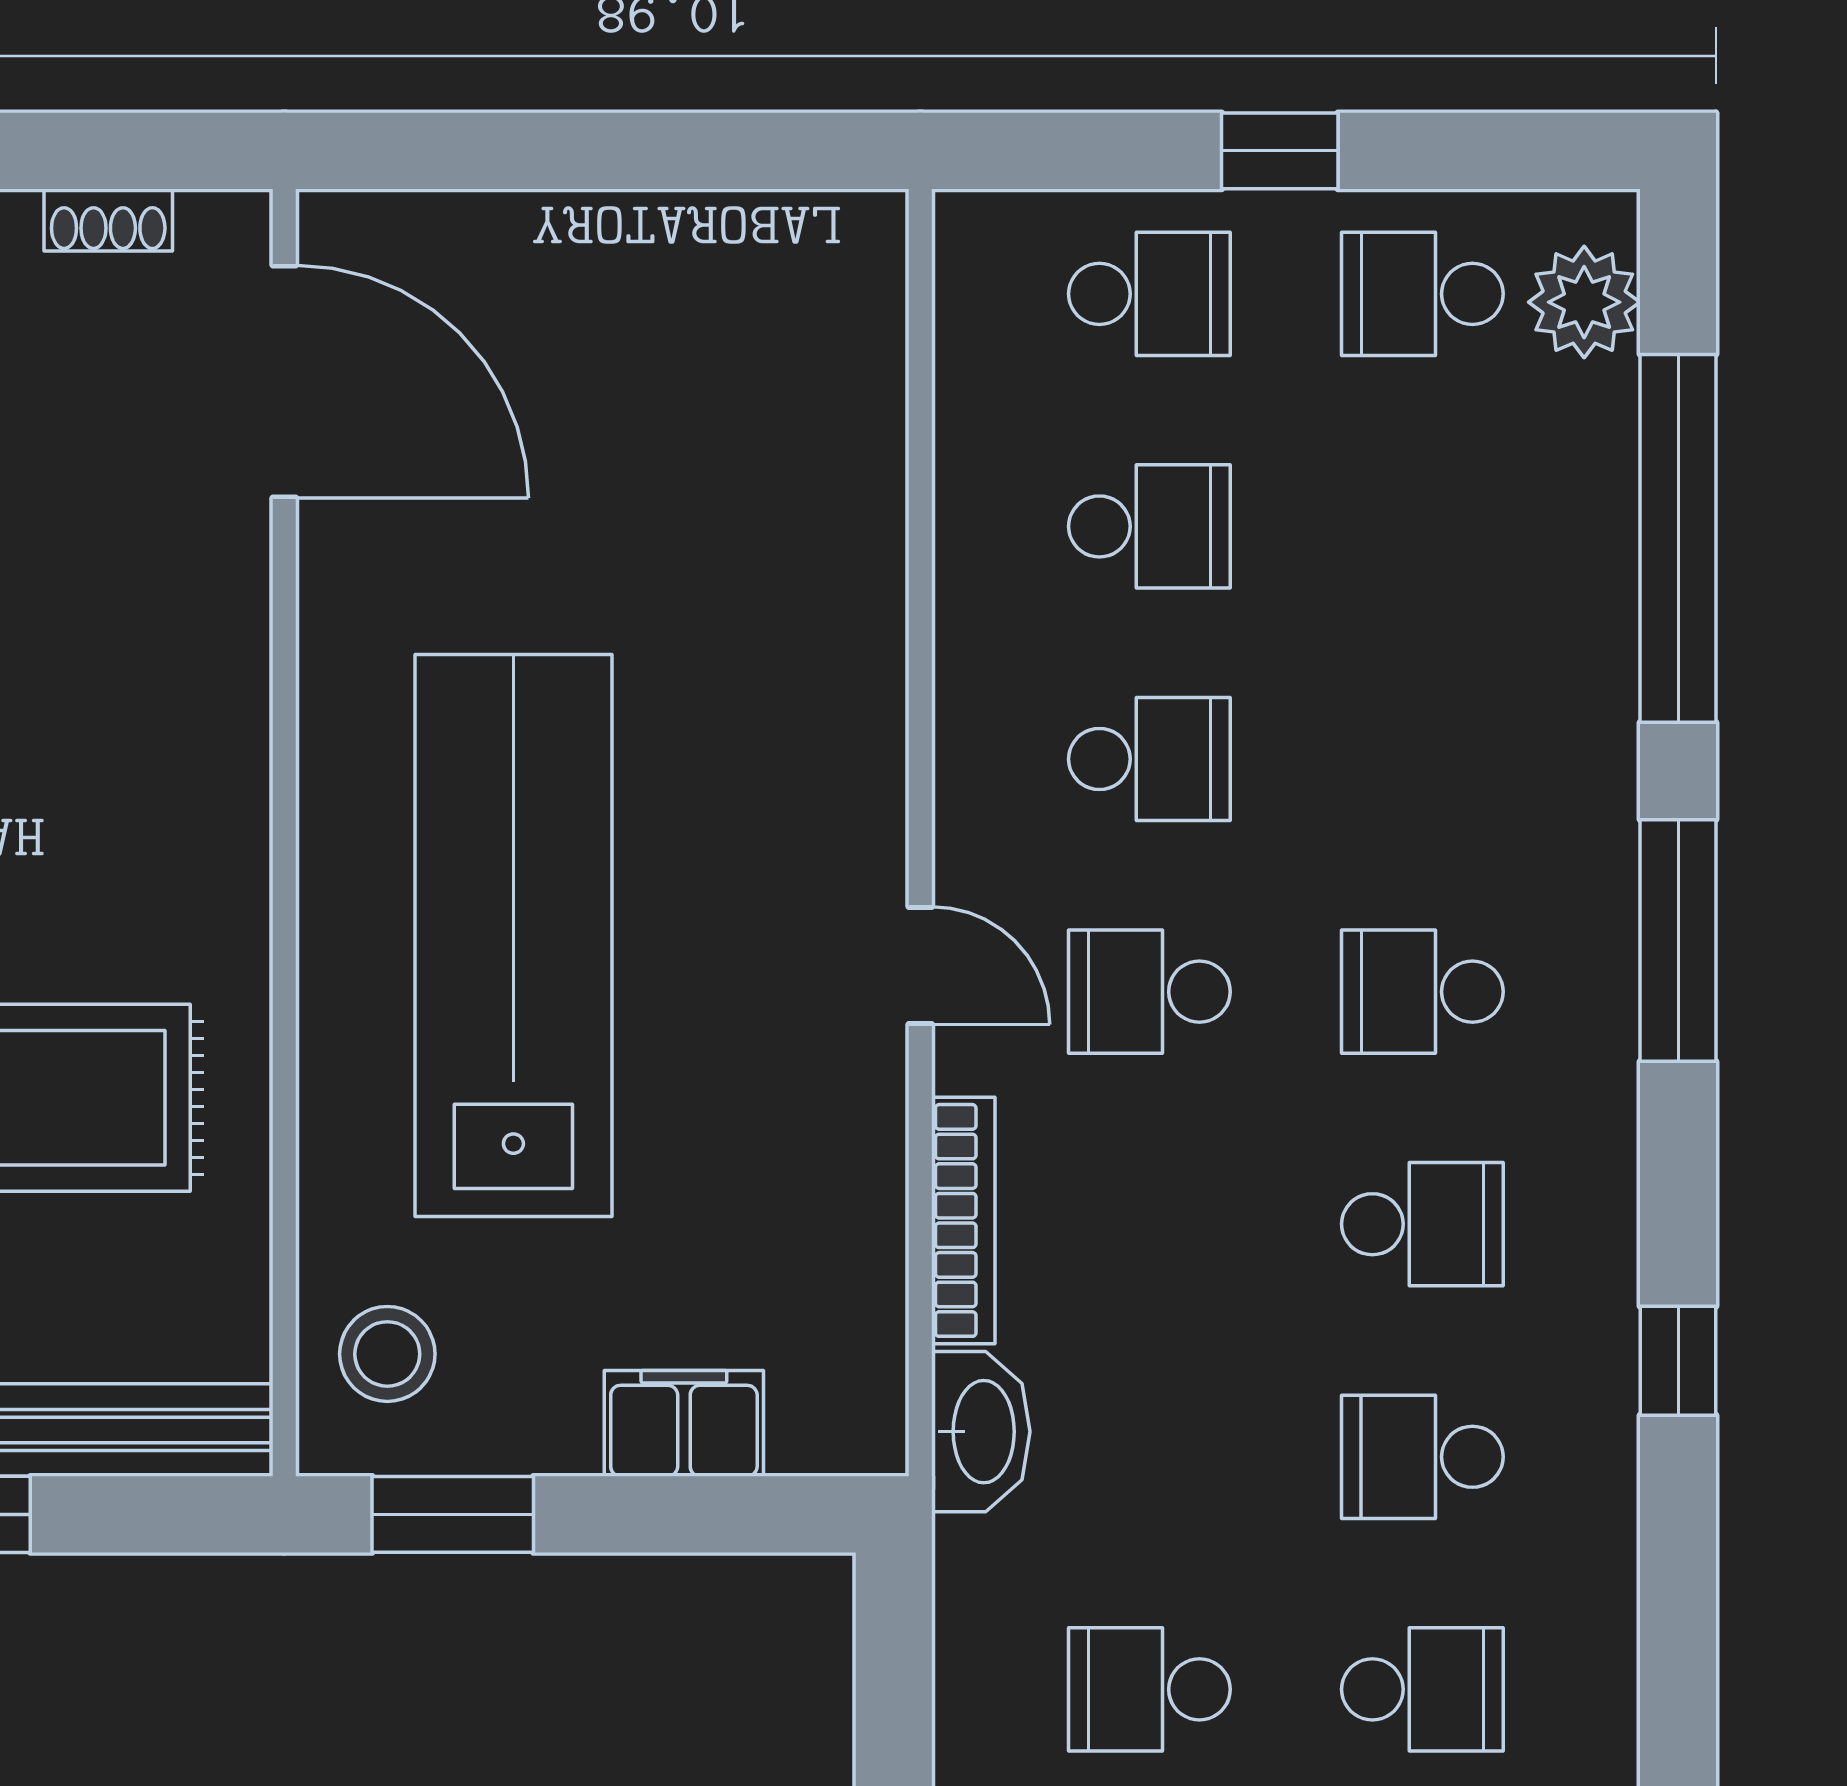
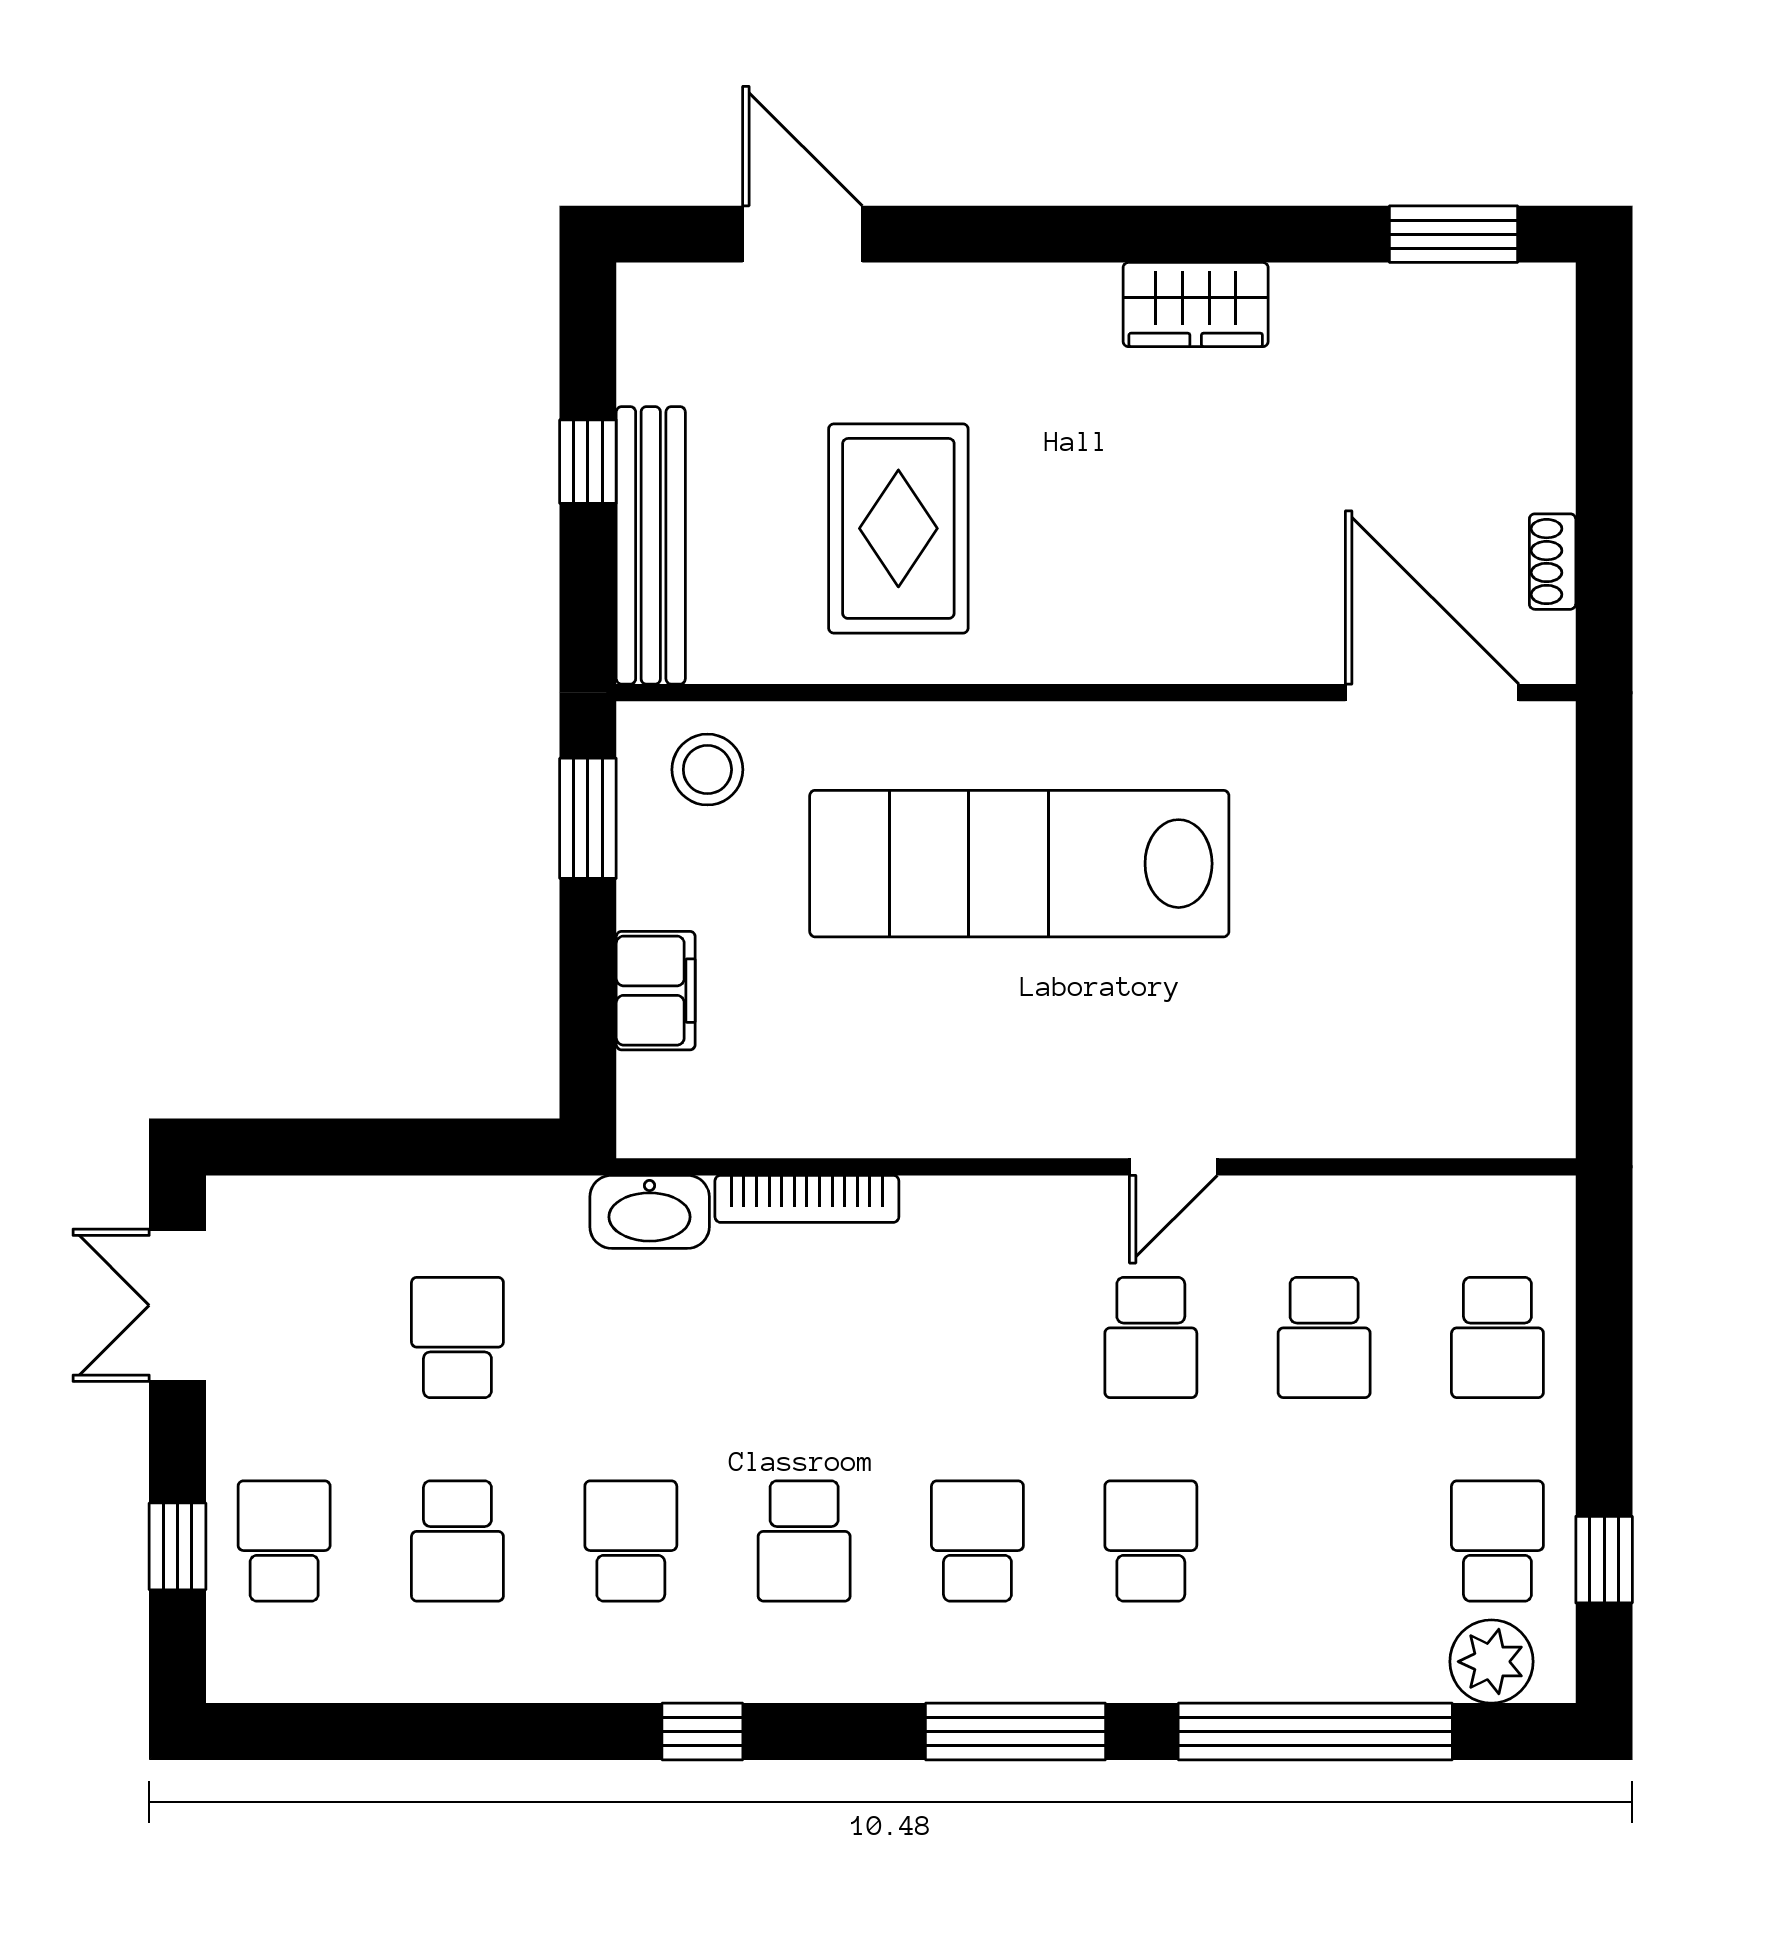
window: (1280, 151) -> (1604, 1560), moved
door: (284, 382) -> (1432, 693), swing flipped
lab bench: (513, 936) -> (1019, 864), turned 180
door: (920, 966) -> (1173, 1167), moved
school desk: (1149, 992) -> (1151, 1541), moved

